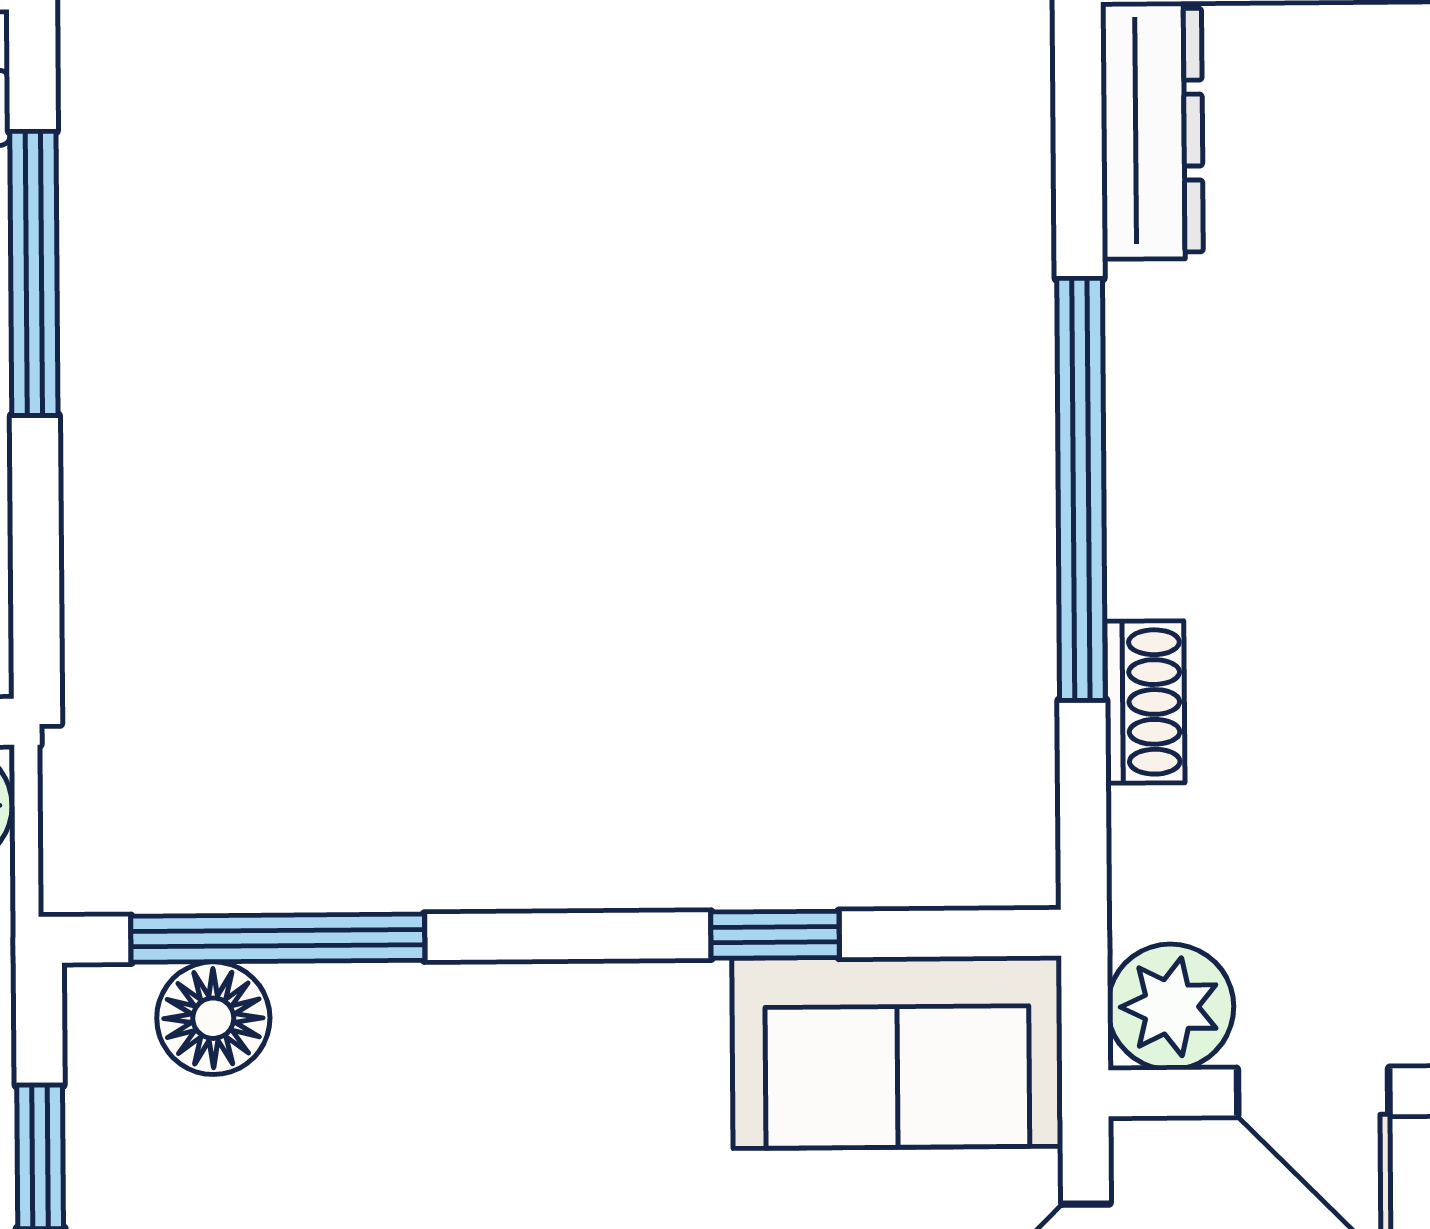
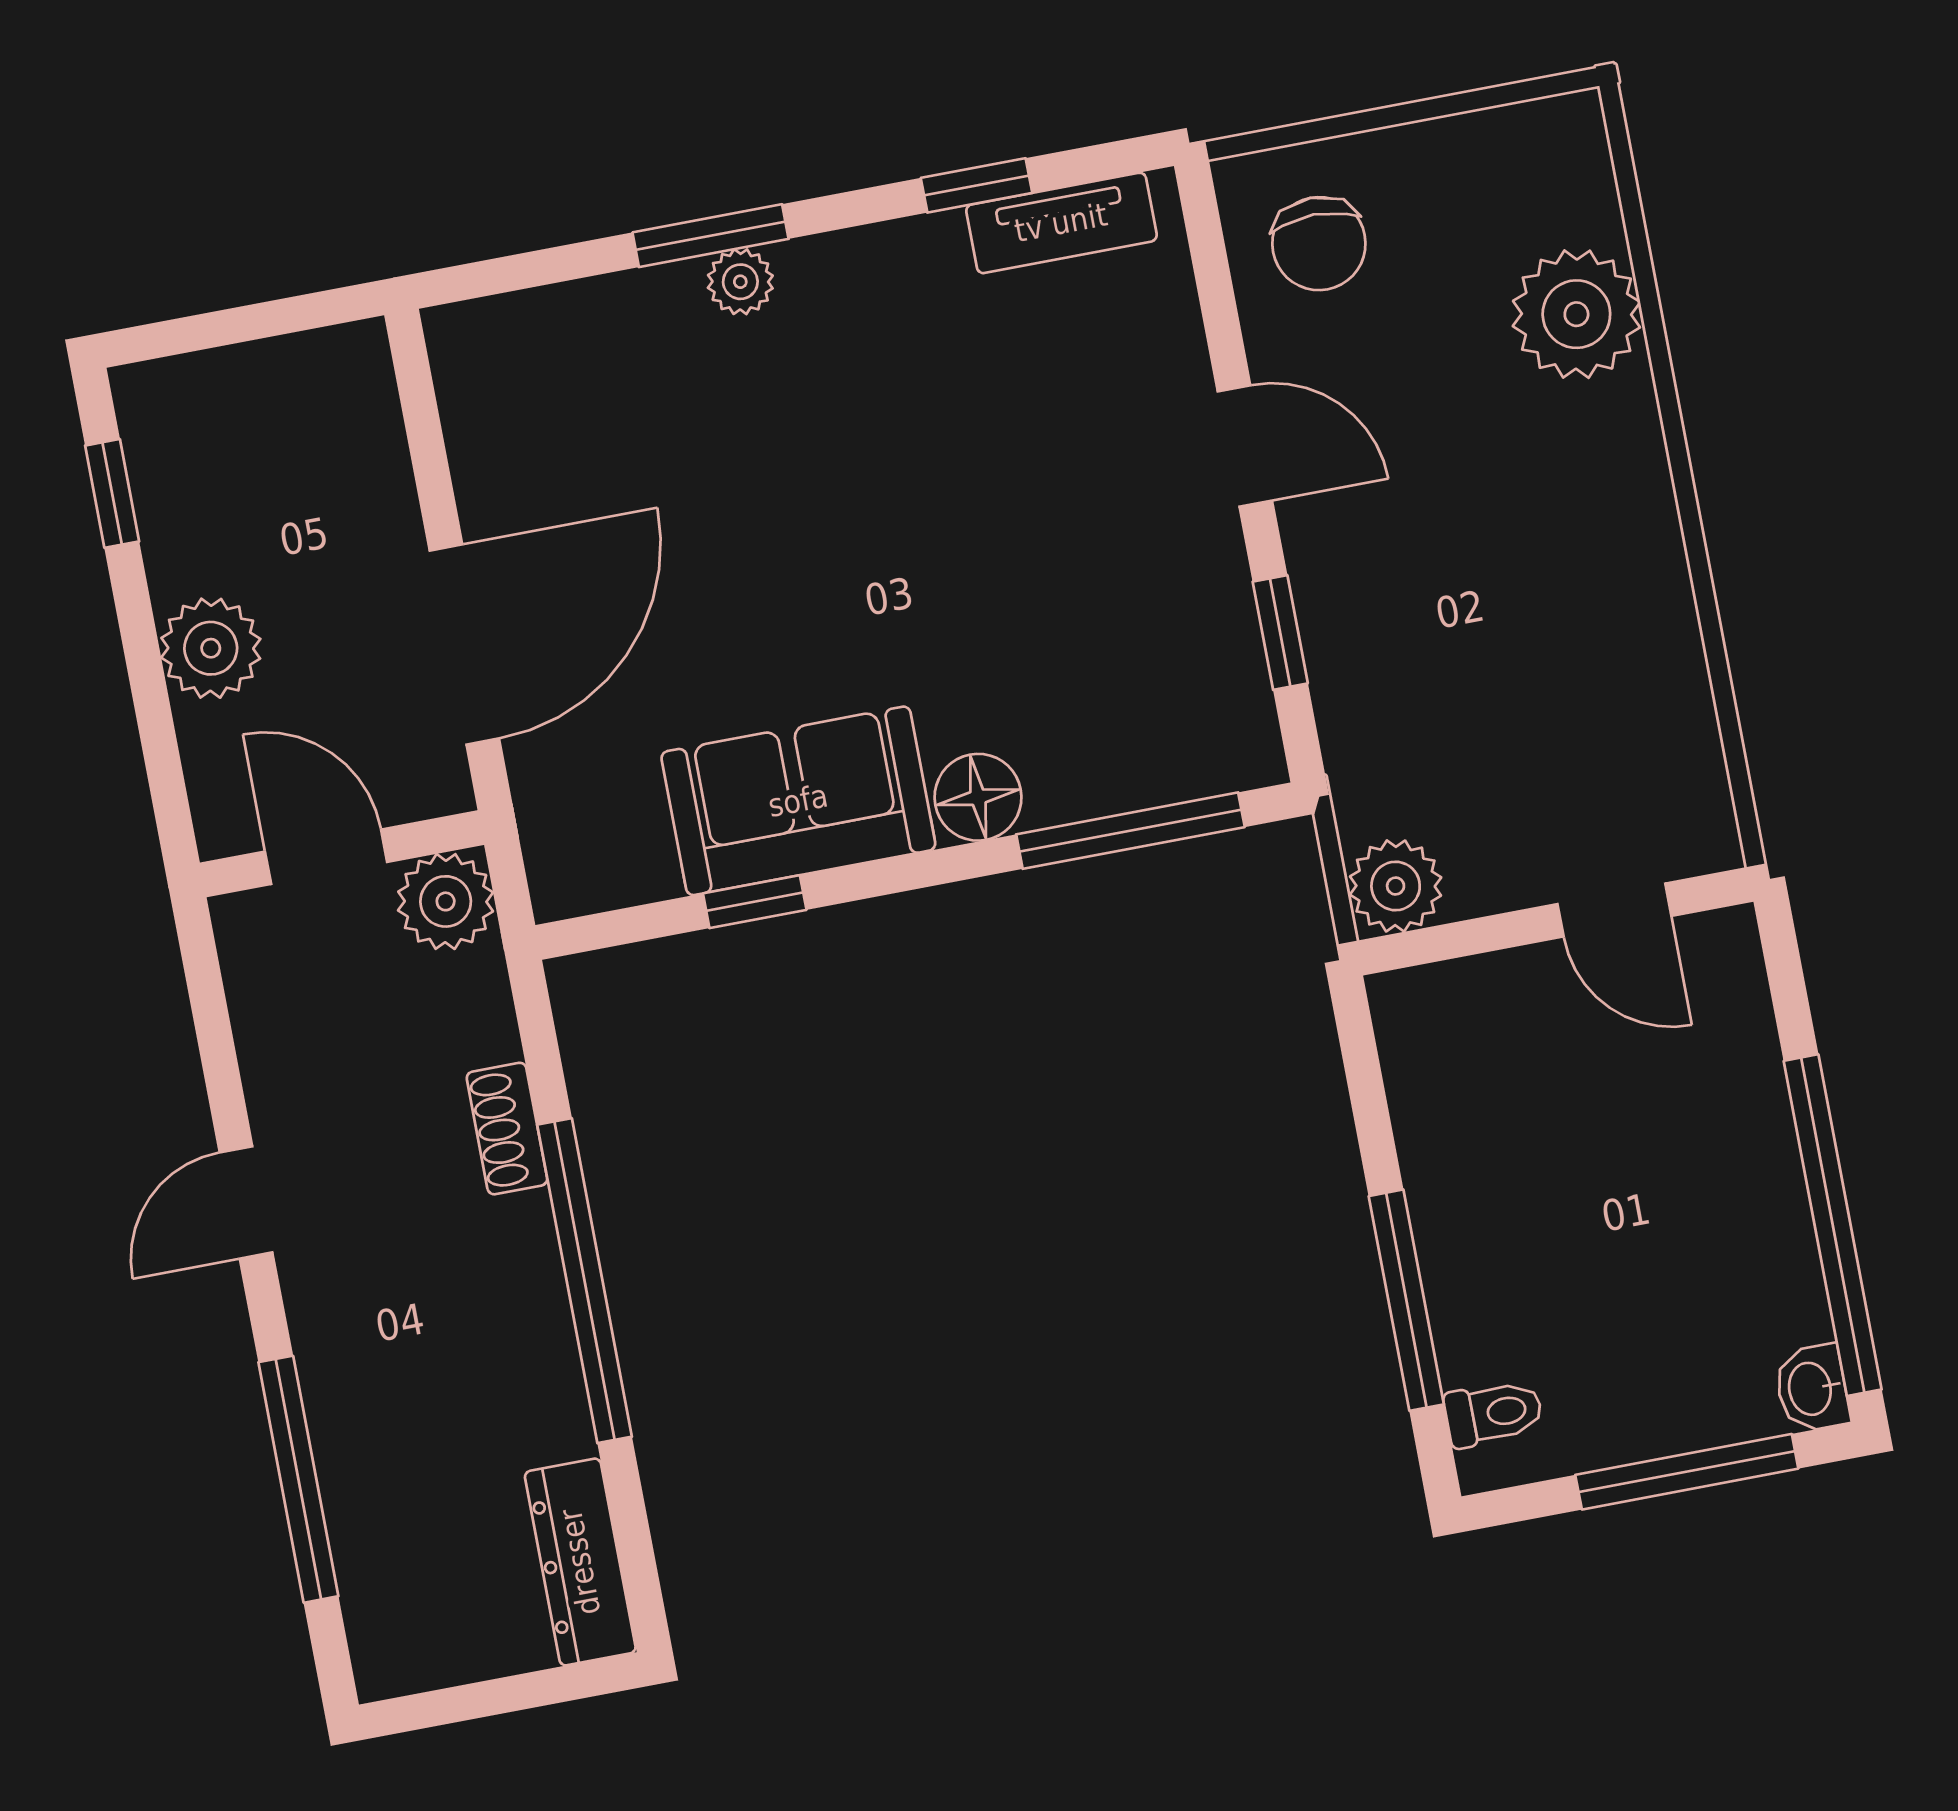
floor lamp: (213, 1018) -> (978, 797), moved
sofa: (897, 1052) -> (798, 801), moved

